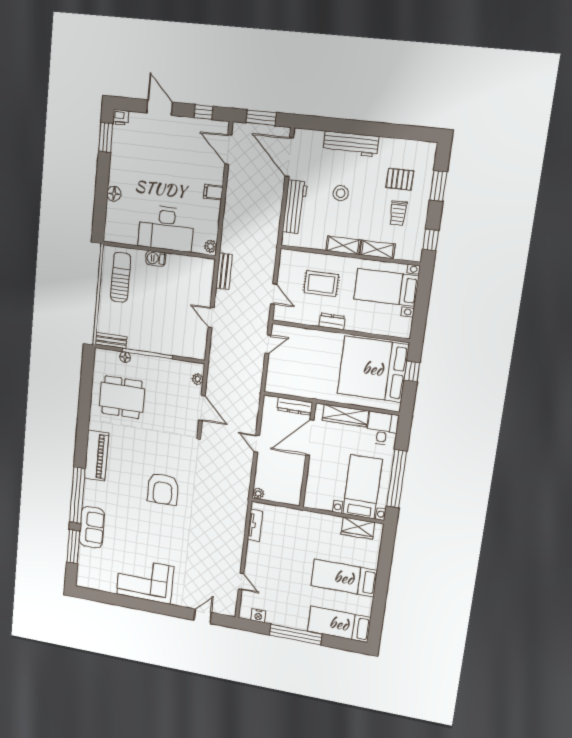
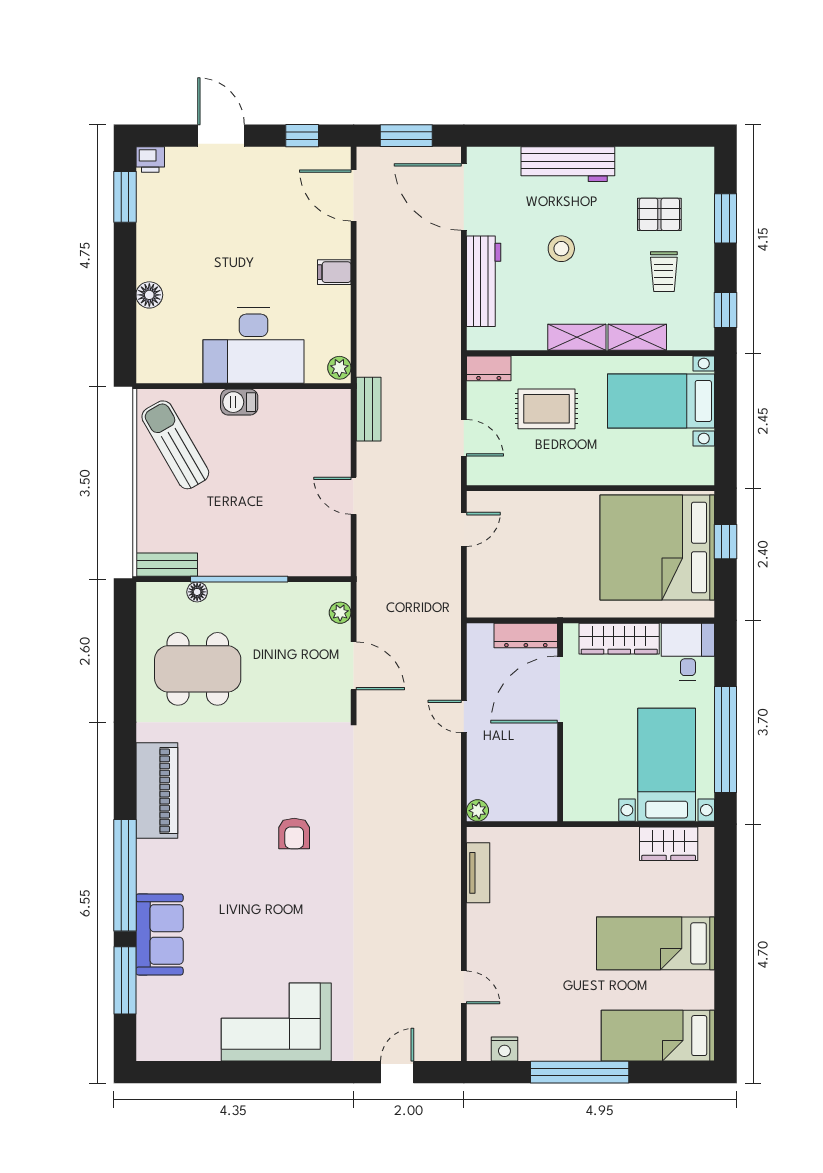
sun lounger: (121, 277) -> (175, 445), turned -30
dresser: (332, 321) -> (489, 368), moved, turned 180
armchair: (163, 489) -> (294, 833), width x0.53, depth x0.53

